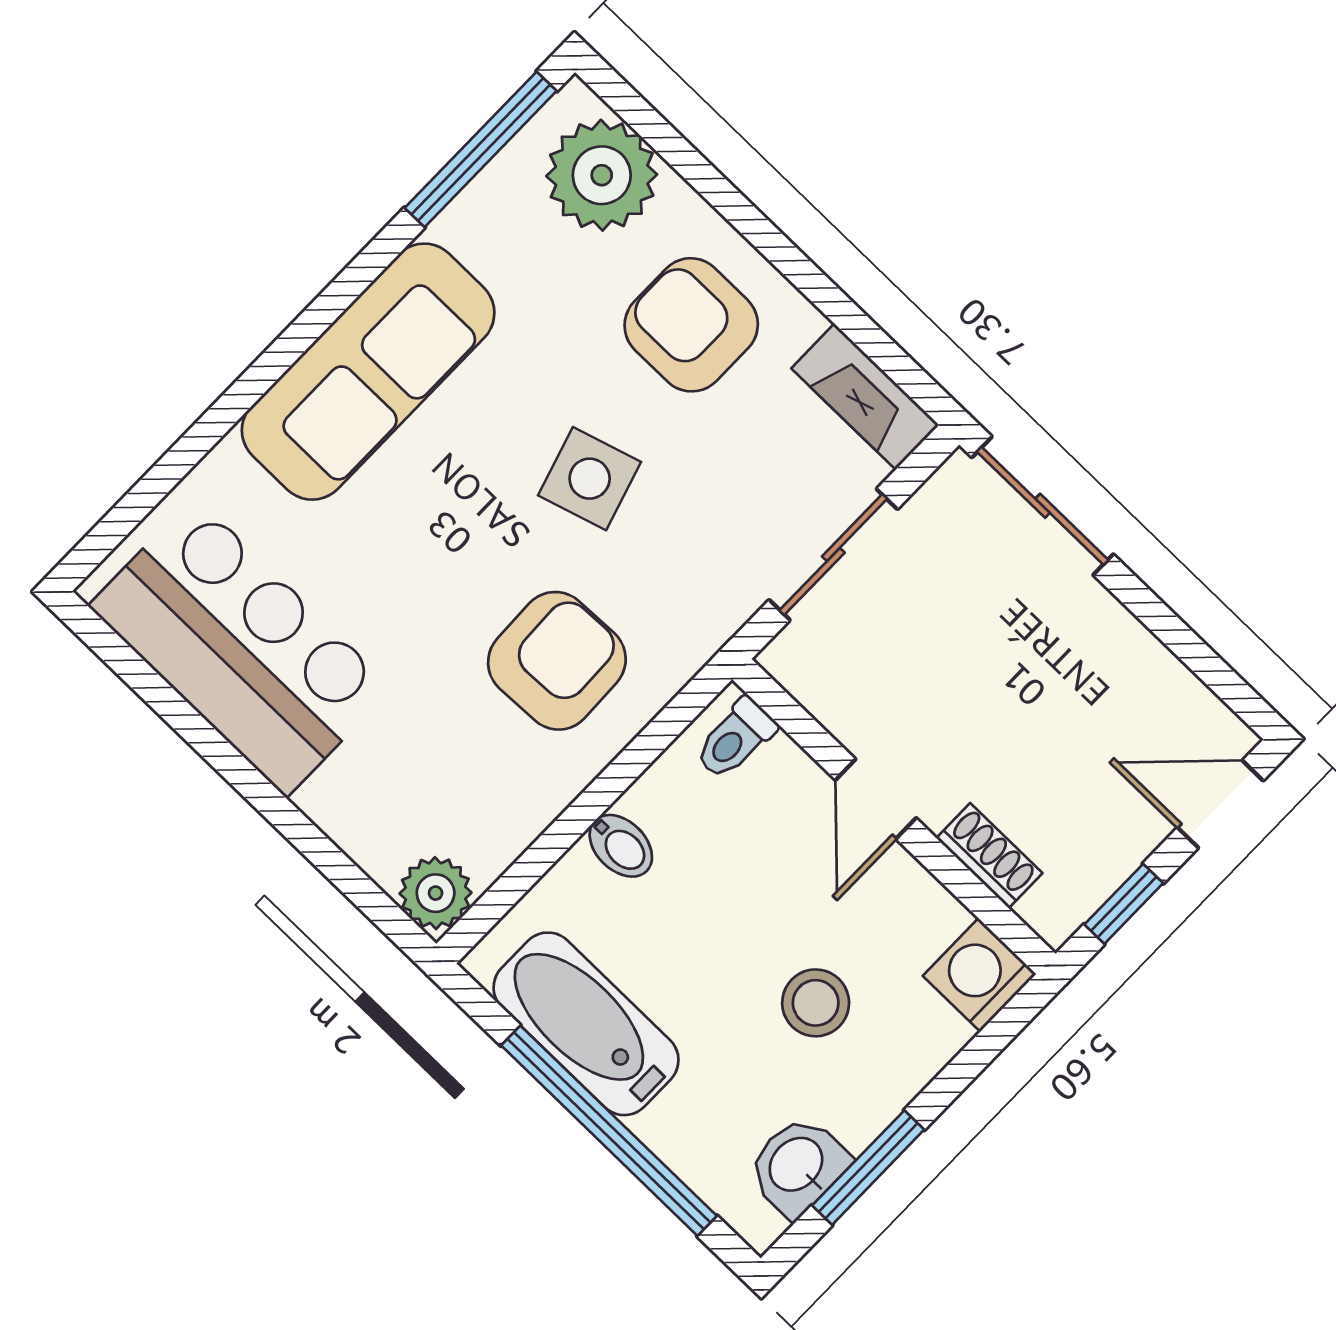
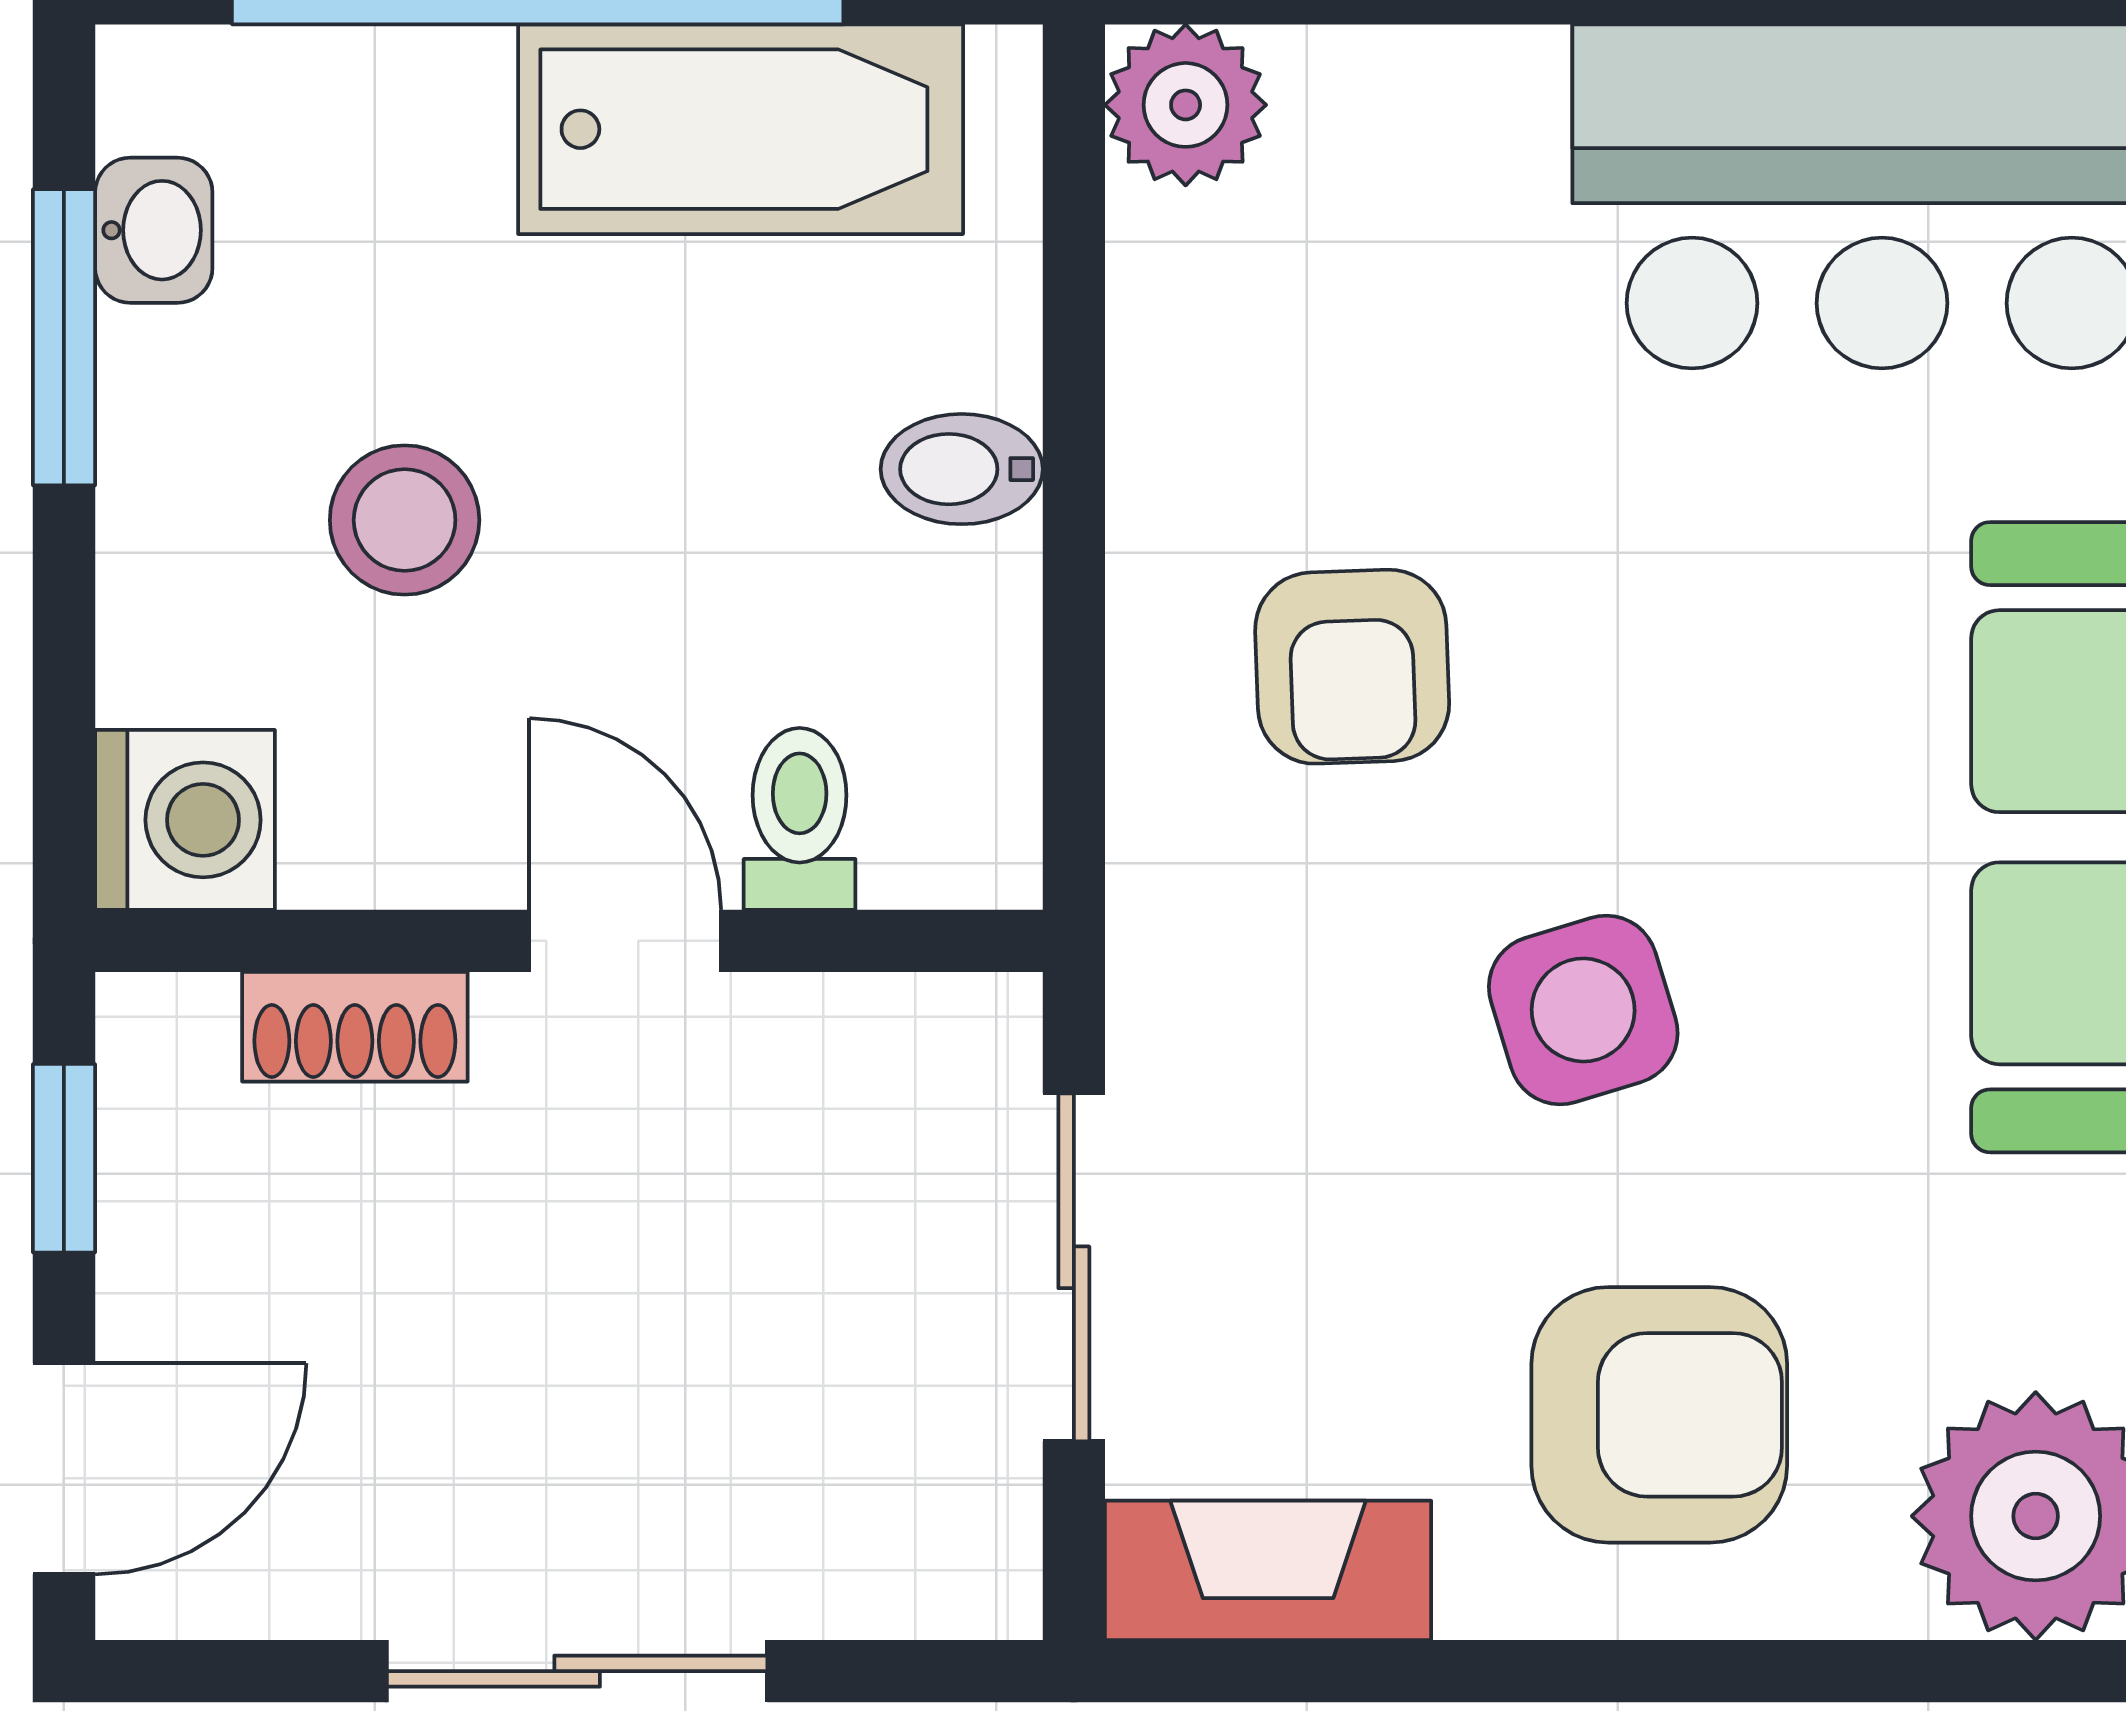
sliding door: (1043, 506) -> (577, 1671), moved
armchair: (557, 661) -> (1352, 667), width x0.72, depth x0.72
toilet: (735, 739) -> (800, 819), moved
washbasin: (798, 1166) -> (154, 230), width x0.72, depth x0.69

